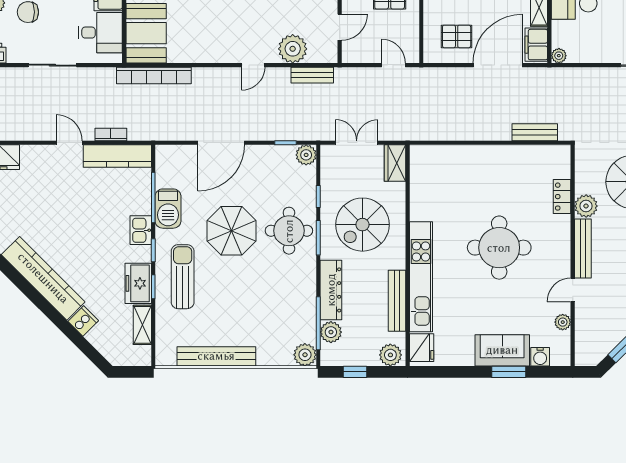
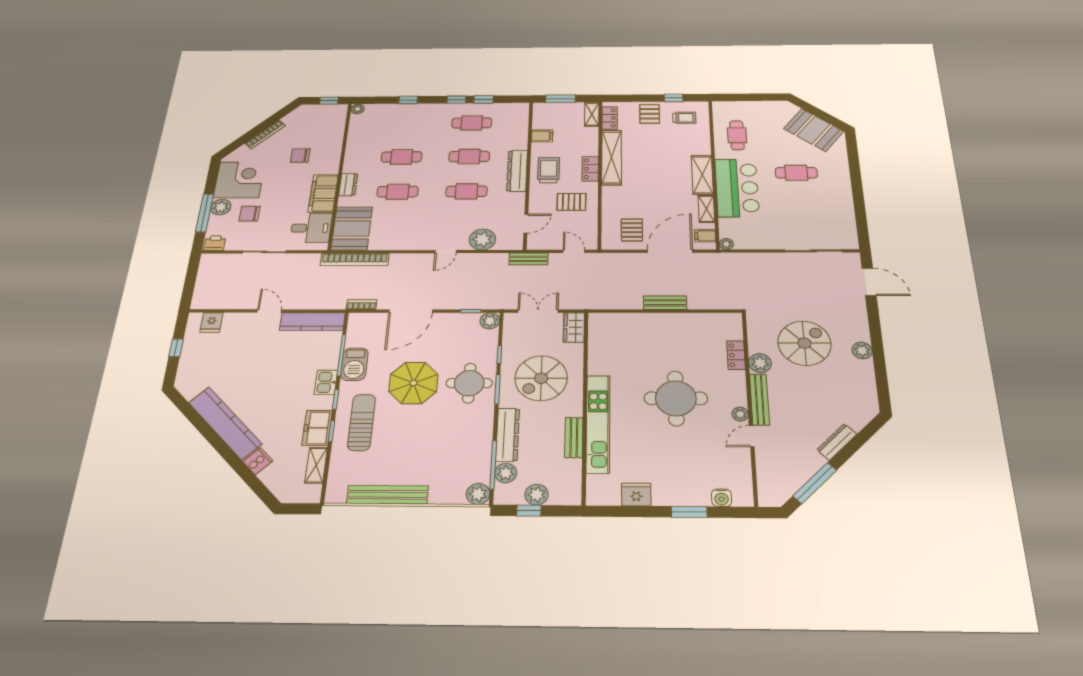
pallet: (457, 36) -> (632, 230), turned 90
filing cabinet: (536, 45) -> (705, 236), width x0.50
bench: (312, 75) -> (529, 259), moved
bench: (535, 132) -> (665, 303), moved
bookcase: (111, 134) -> (362, 305), moved
bench: (397, 301) -> (574, 437), width x0.73
plant: (563, 322) -> (740, 414), moved
fridge: (422, 348) -> (636, 494), moved, turned -90
sofa: (502, 350) -> (682, 491), removed
plant: (390, 355) -> (537, 495), moved

